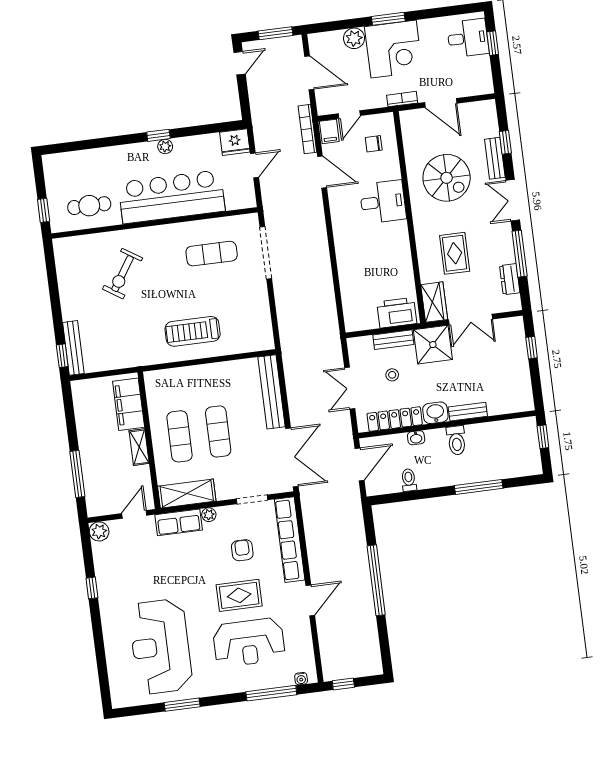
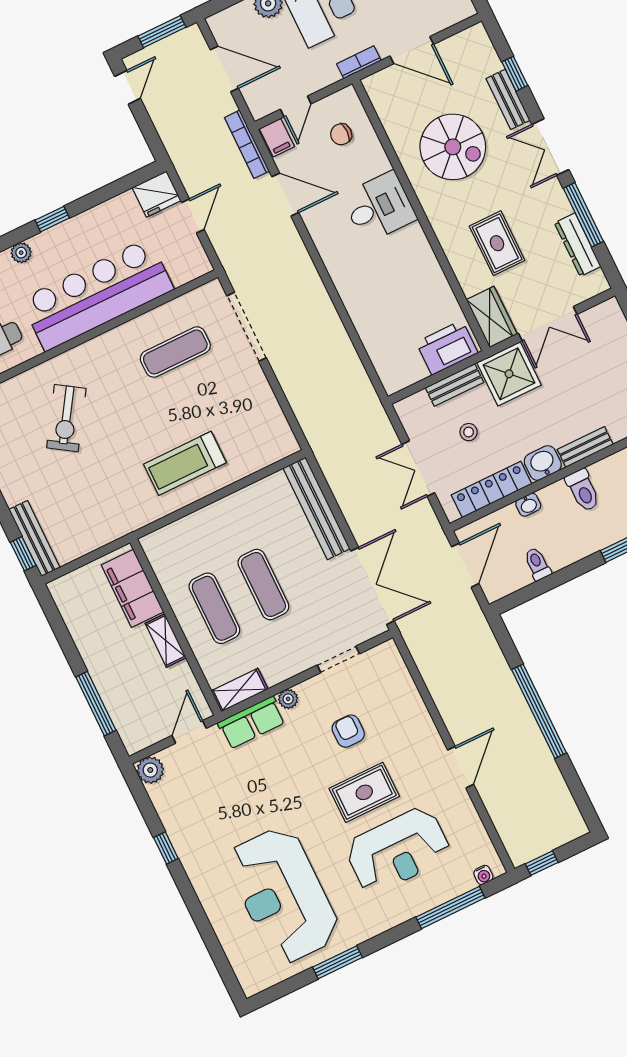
plant: (165, 146) -> (21, 253), moved
dresser: (510, 279) -> (578, 245), width x1.44
shelving: (187, 494) -> (240, 690), width x0.67, depth x0.75
row of seats: (290, 540) -> (406, 696), removed

